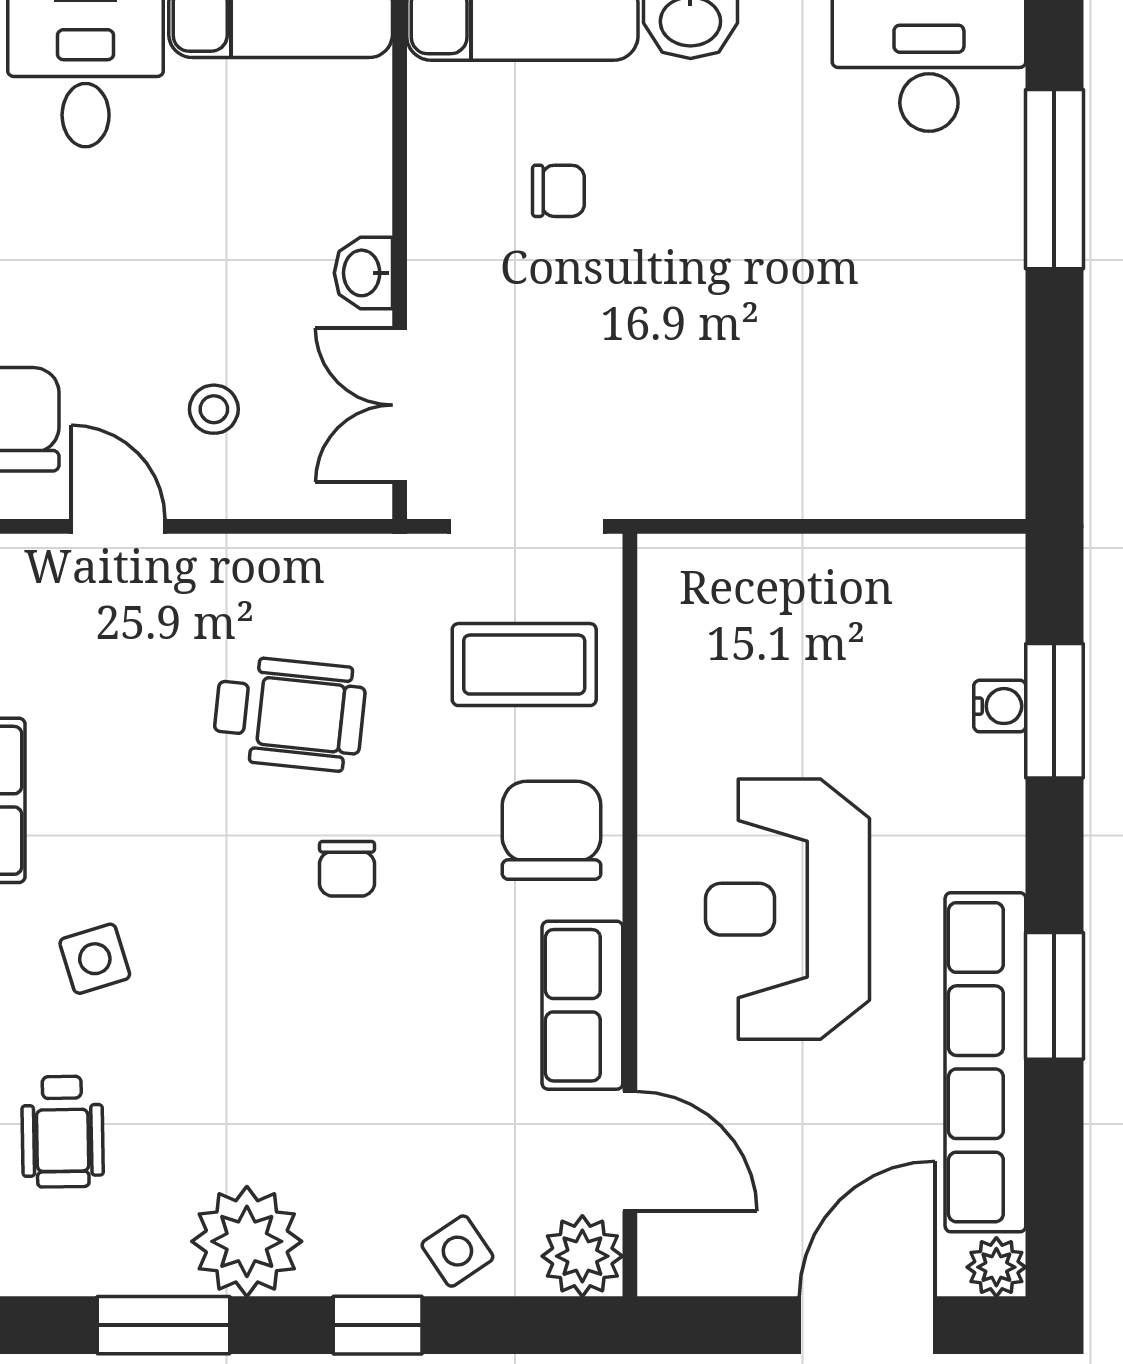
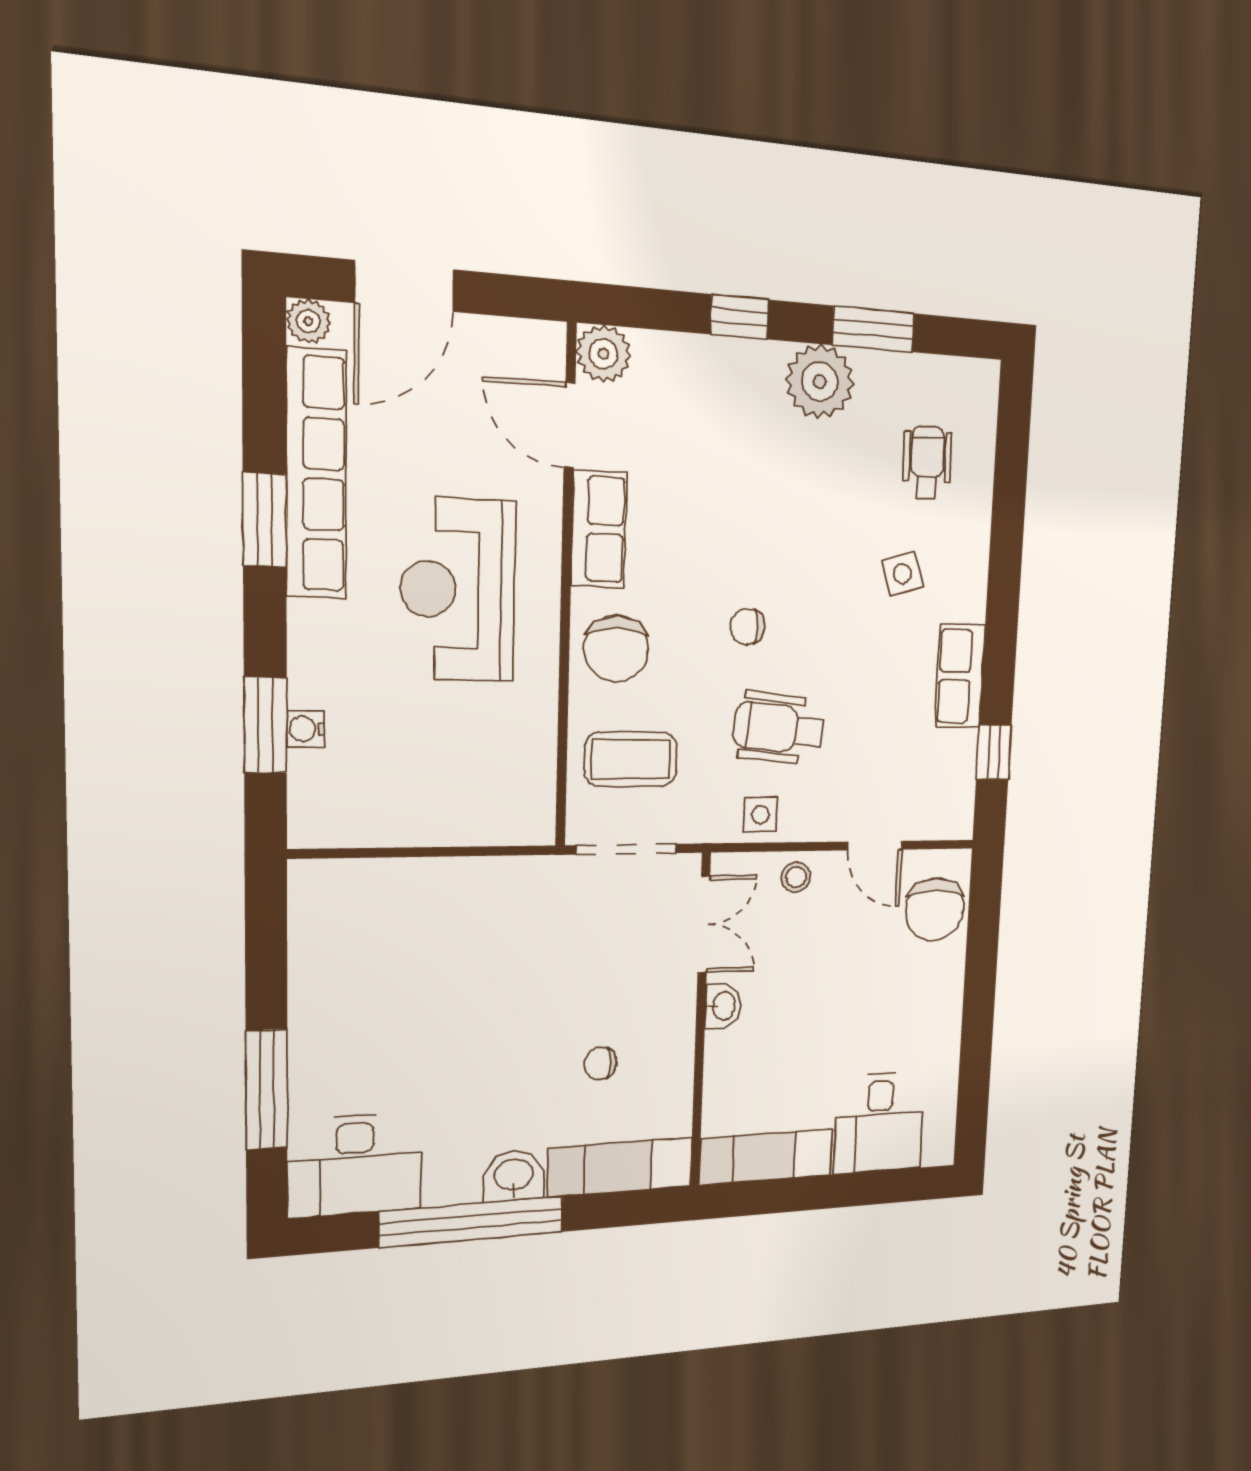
stool: (214, 409) -> (796, 877), moved
chair: (347, 869) -> (747, 627), turned -90
reception desk: (788, 909) -> (458, 590), turned 180
side table: (457, 1251) -> (761, 815), moved, turned 34

